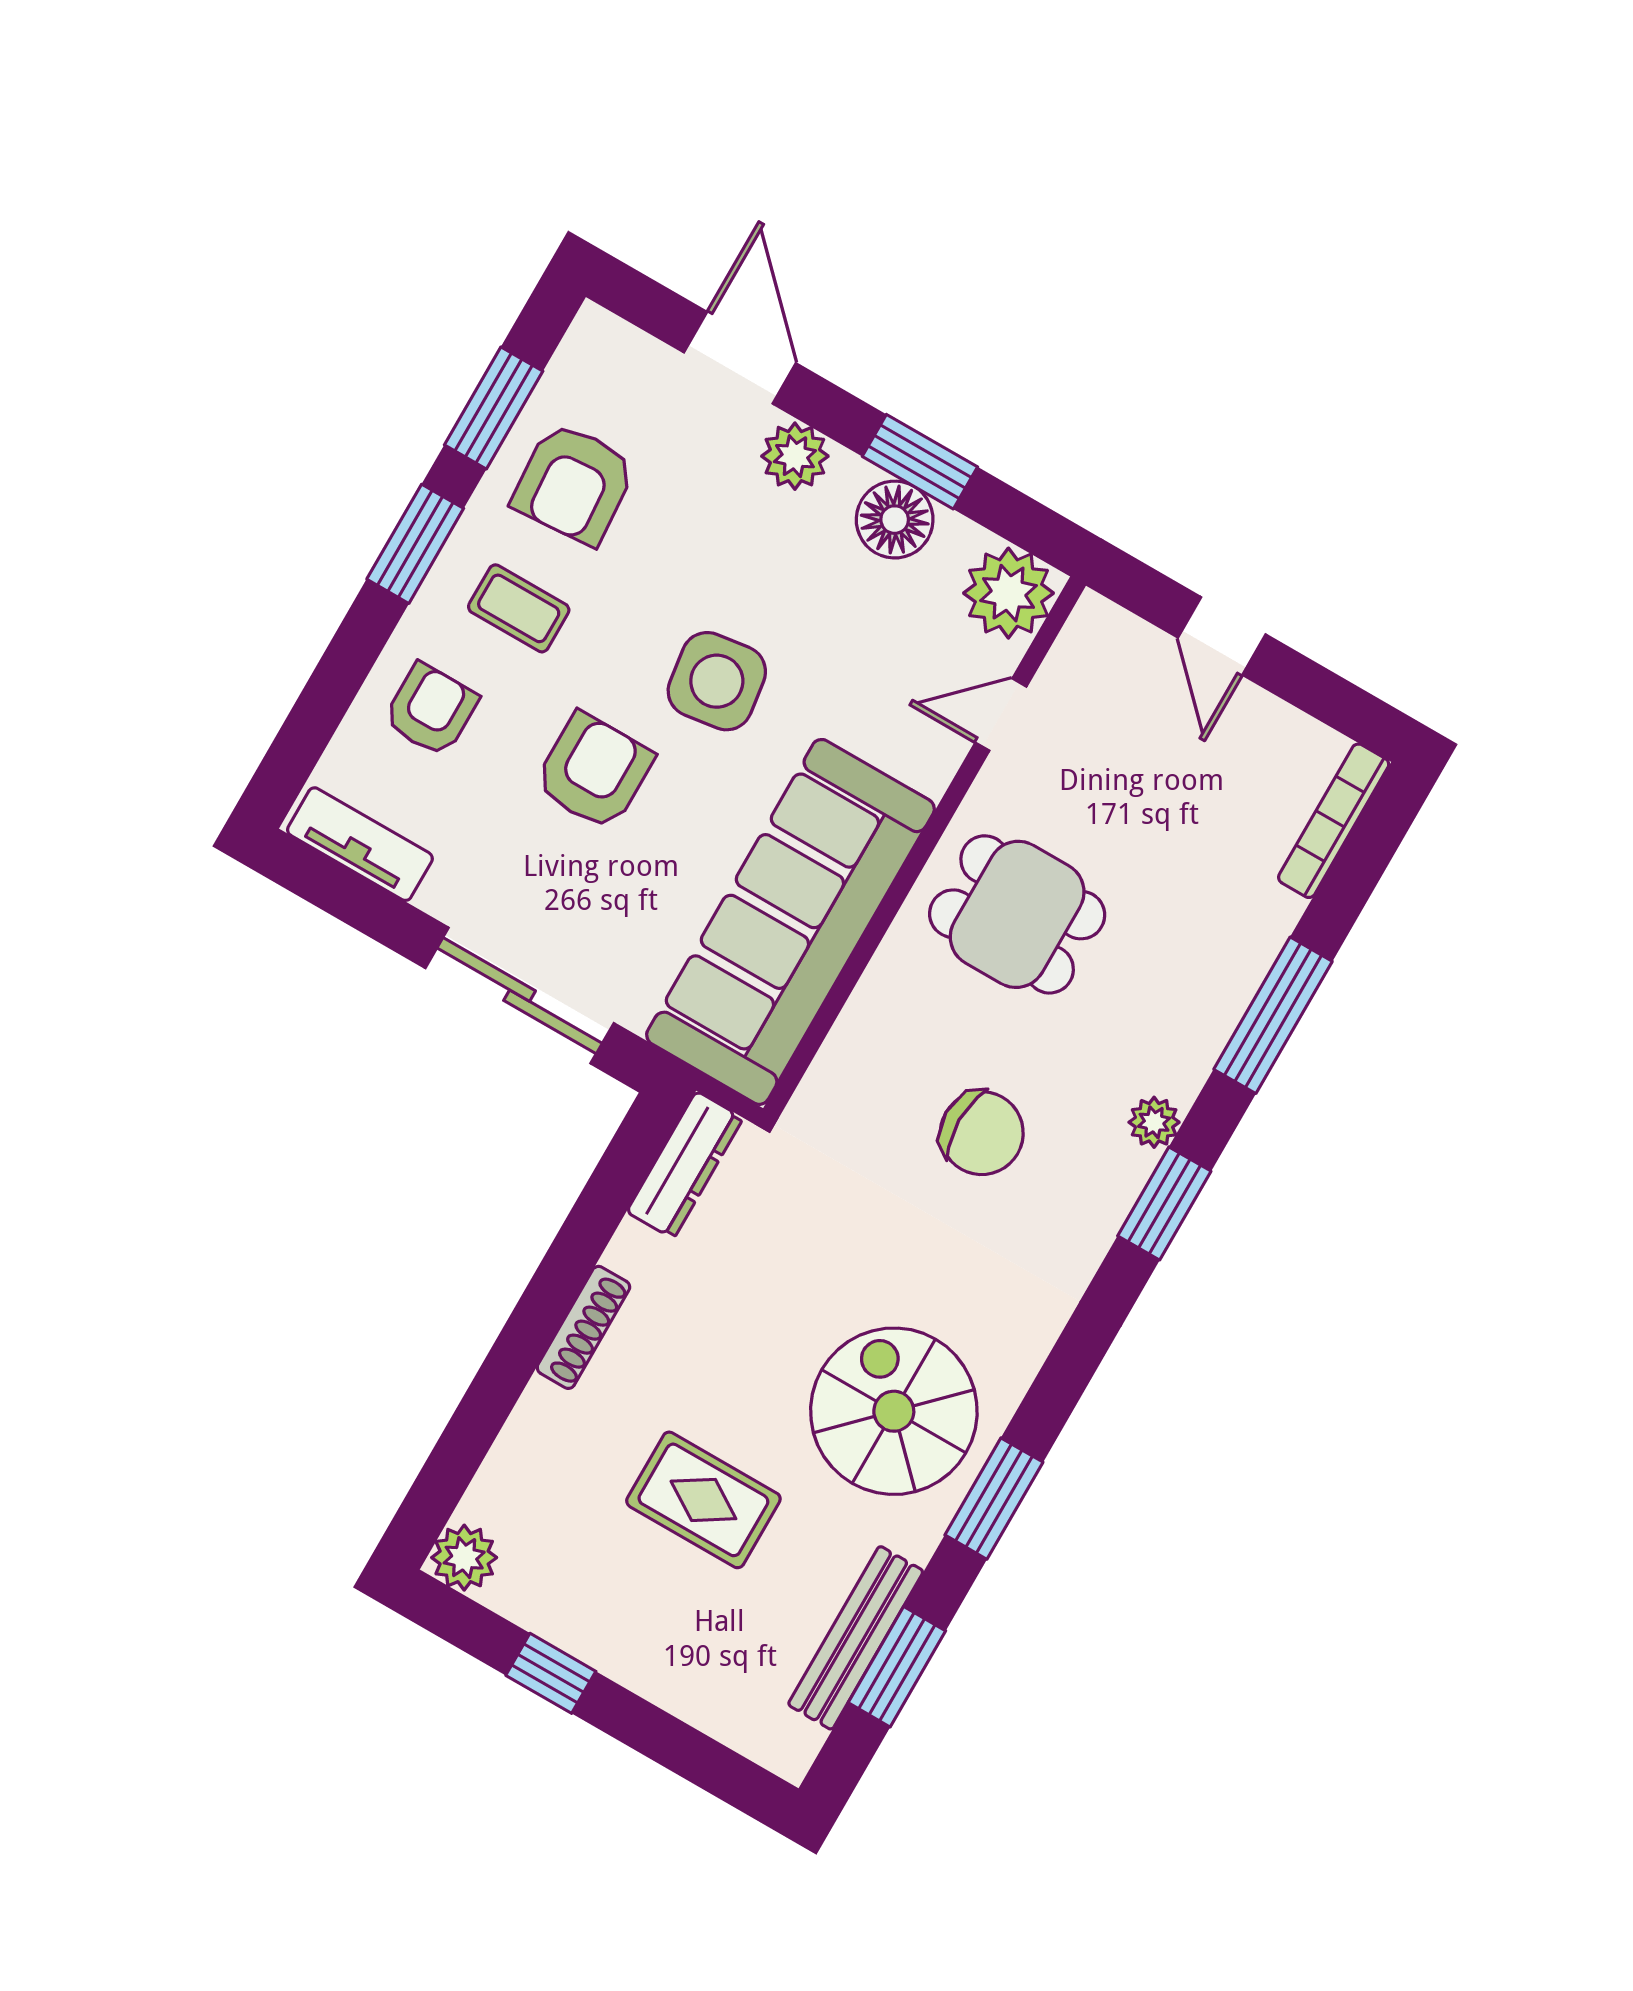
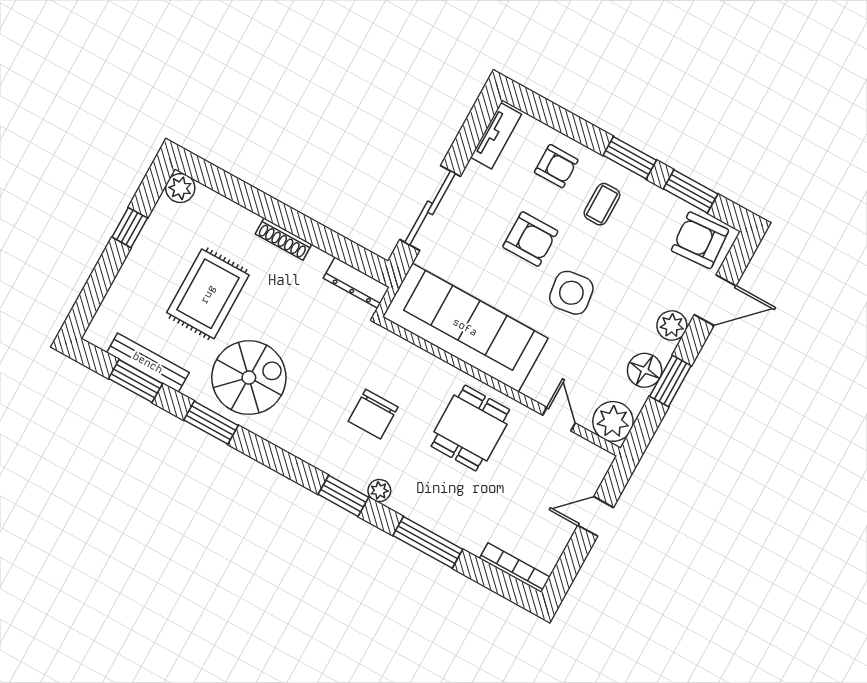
armchair: (574, 483) -> (700, 240), moved
rug: (703, 1500) -> (208, 294), width x1.36, depth x1.43

